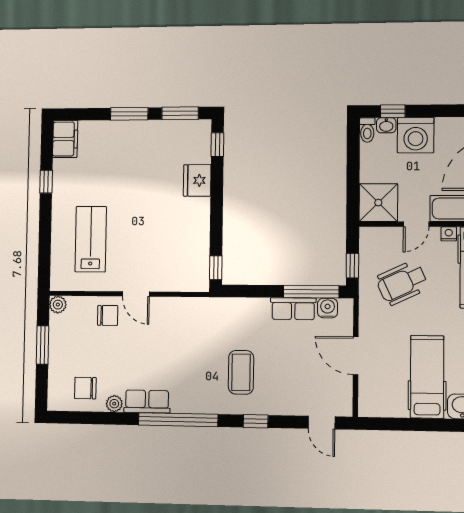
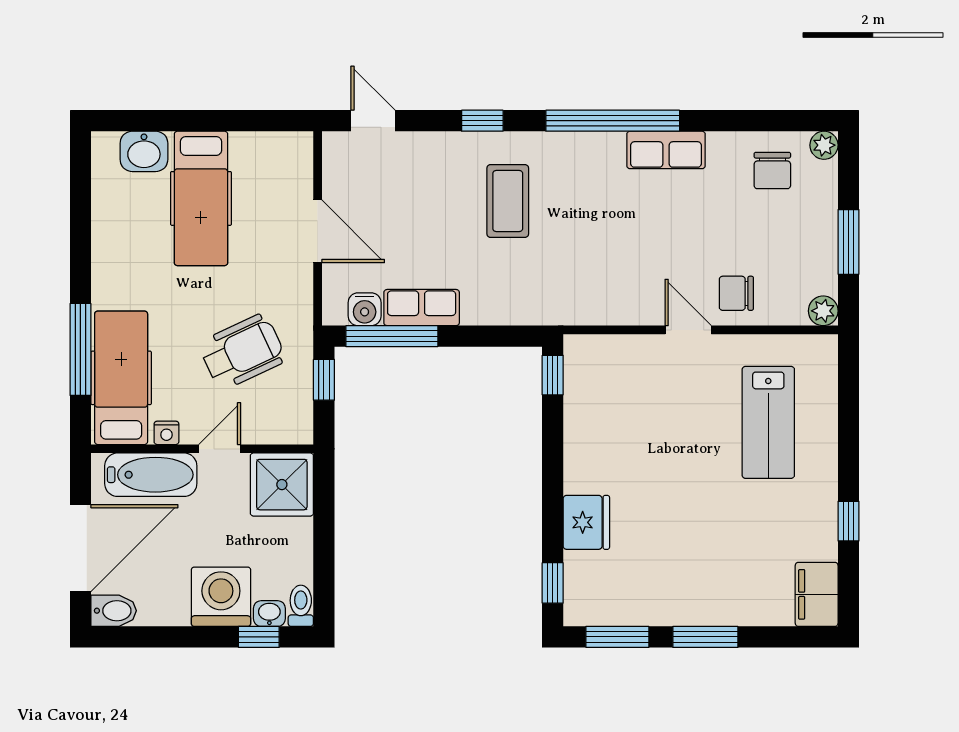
chair: (85, 388) -> (772, 170), turned 90
plant: (114, 404) -> (824, 145), moved

